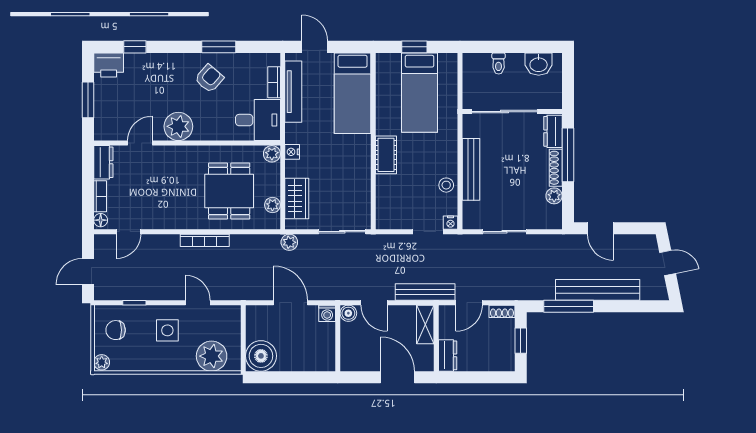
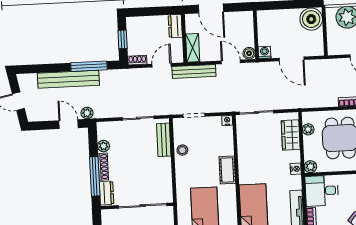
bench: (471, 169) -> (164, 140), moved, width x0.73
nightstand: (450, 223) -> (227, 120), moved
plant: (289, 242) -> (87, 113), moved

